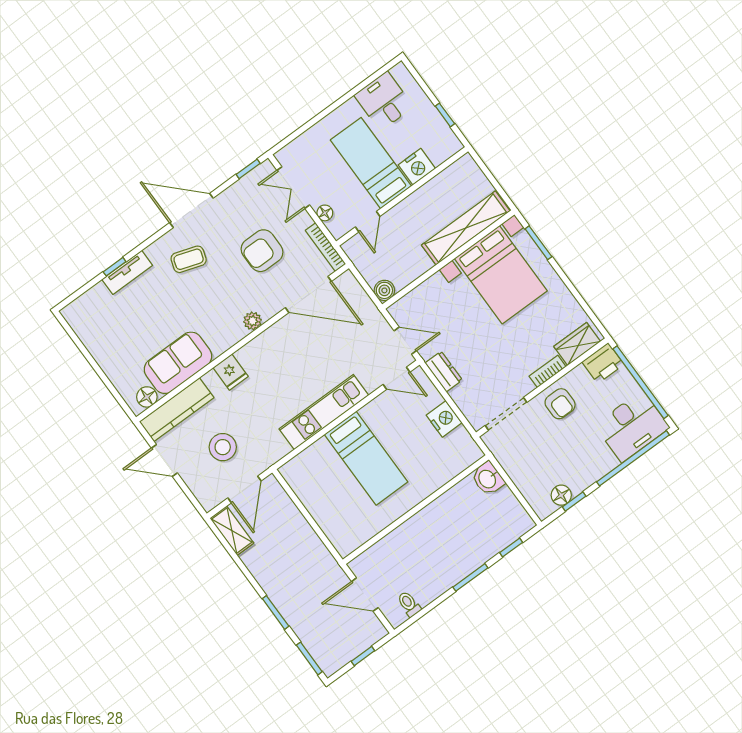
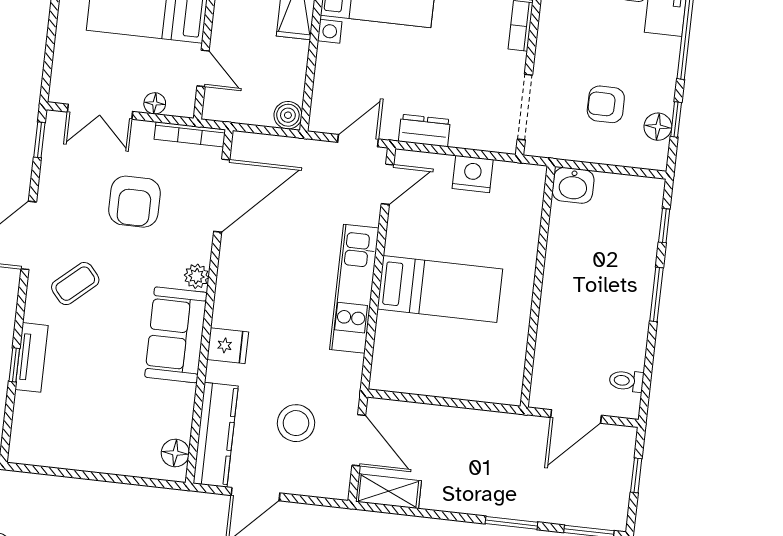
coffee table: (189, 259) -> (75, 284), turned 31
sofa: (178, 363) -> (176, 335), moved
armchair: (560, 404) -> (606, 104), moved, turned 180

